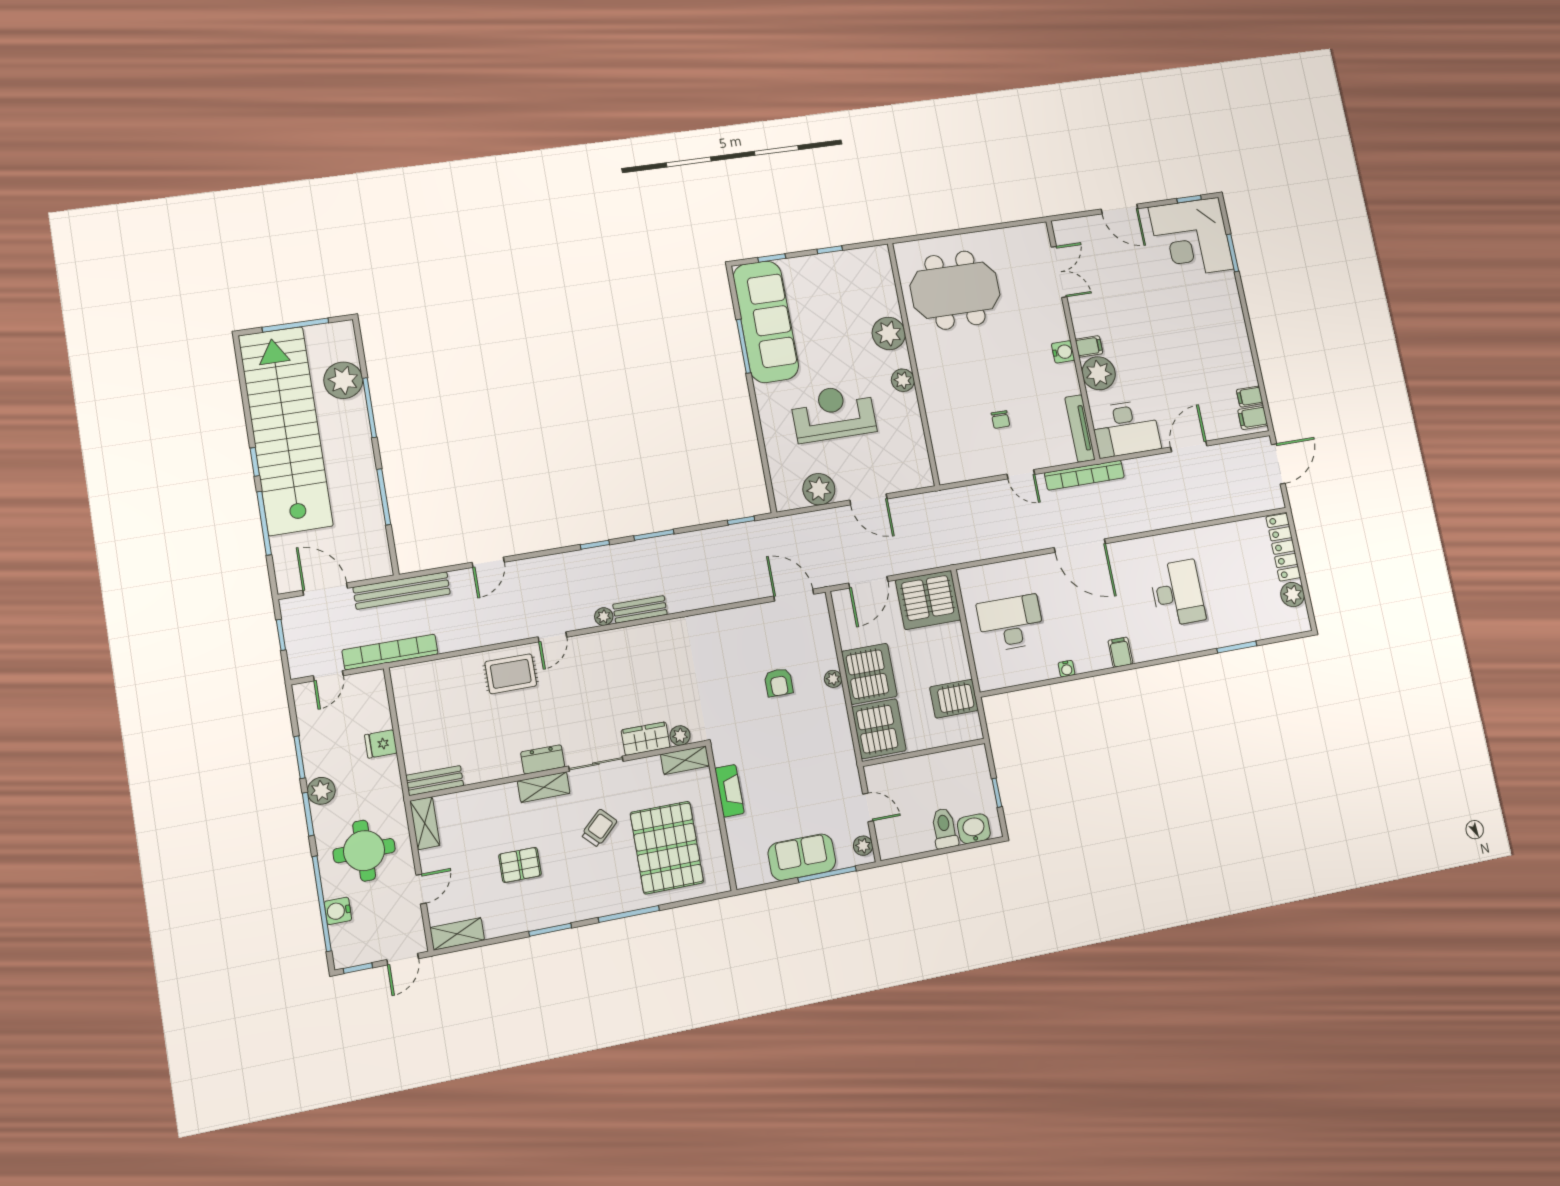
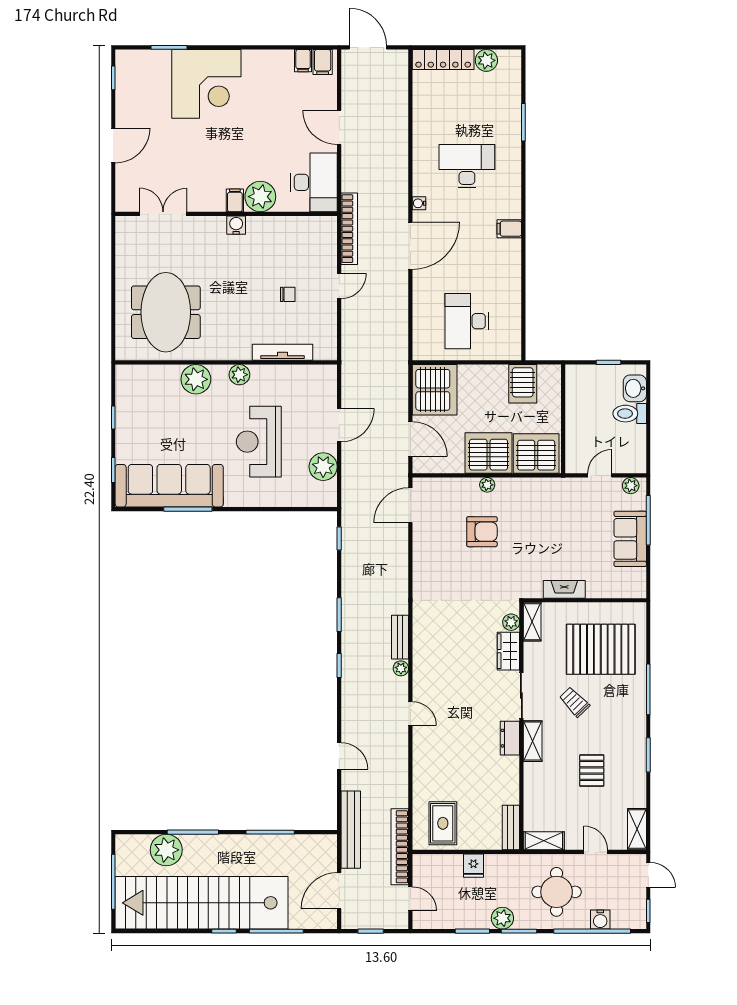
corner desk: (1191, 238) -> (206, 84), moved
tv unit: (1080, 428) -> (283, 352), moved, turned 180
water cooler: (1067, 669) -> (419, 203), moved, turned 180
rug: (511, 674) -> (443, 823), moved
armchair: (779, 682) -> (482, 532), width x1.38, depth x1.38

